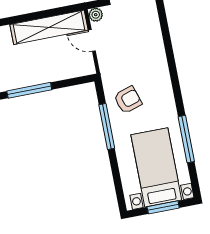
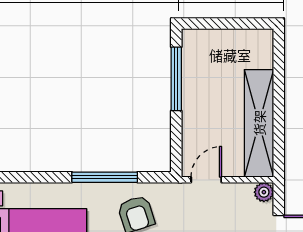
door: (92, 41) -> (206, 180), moved

